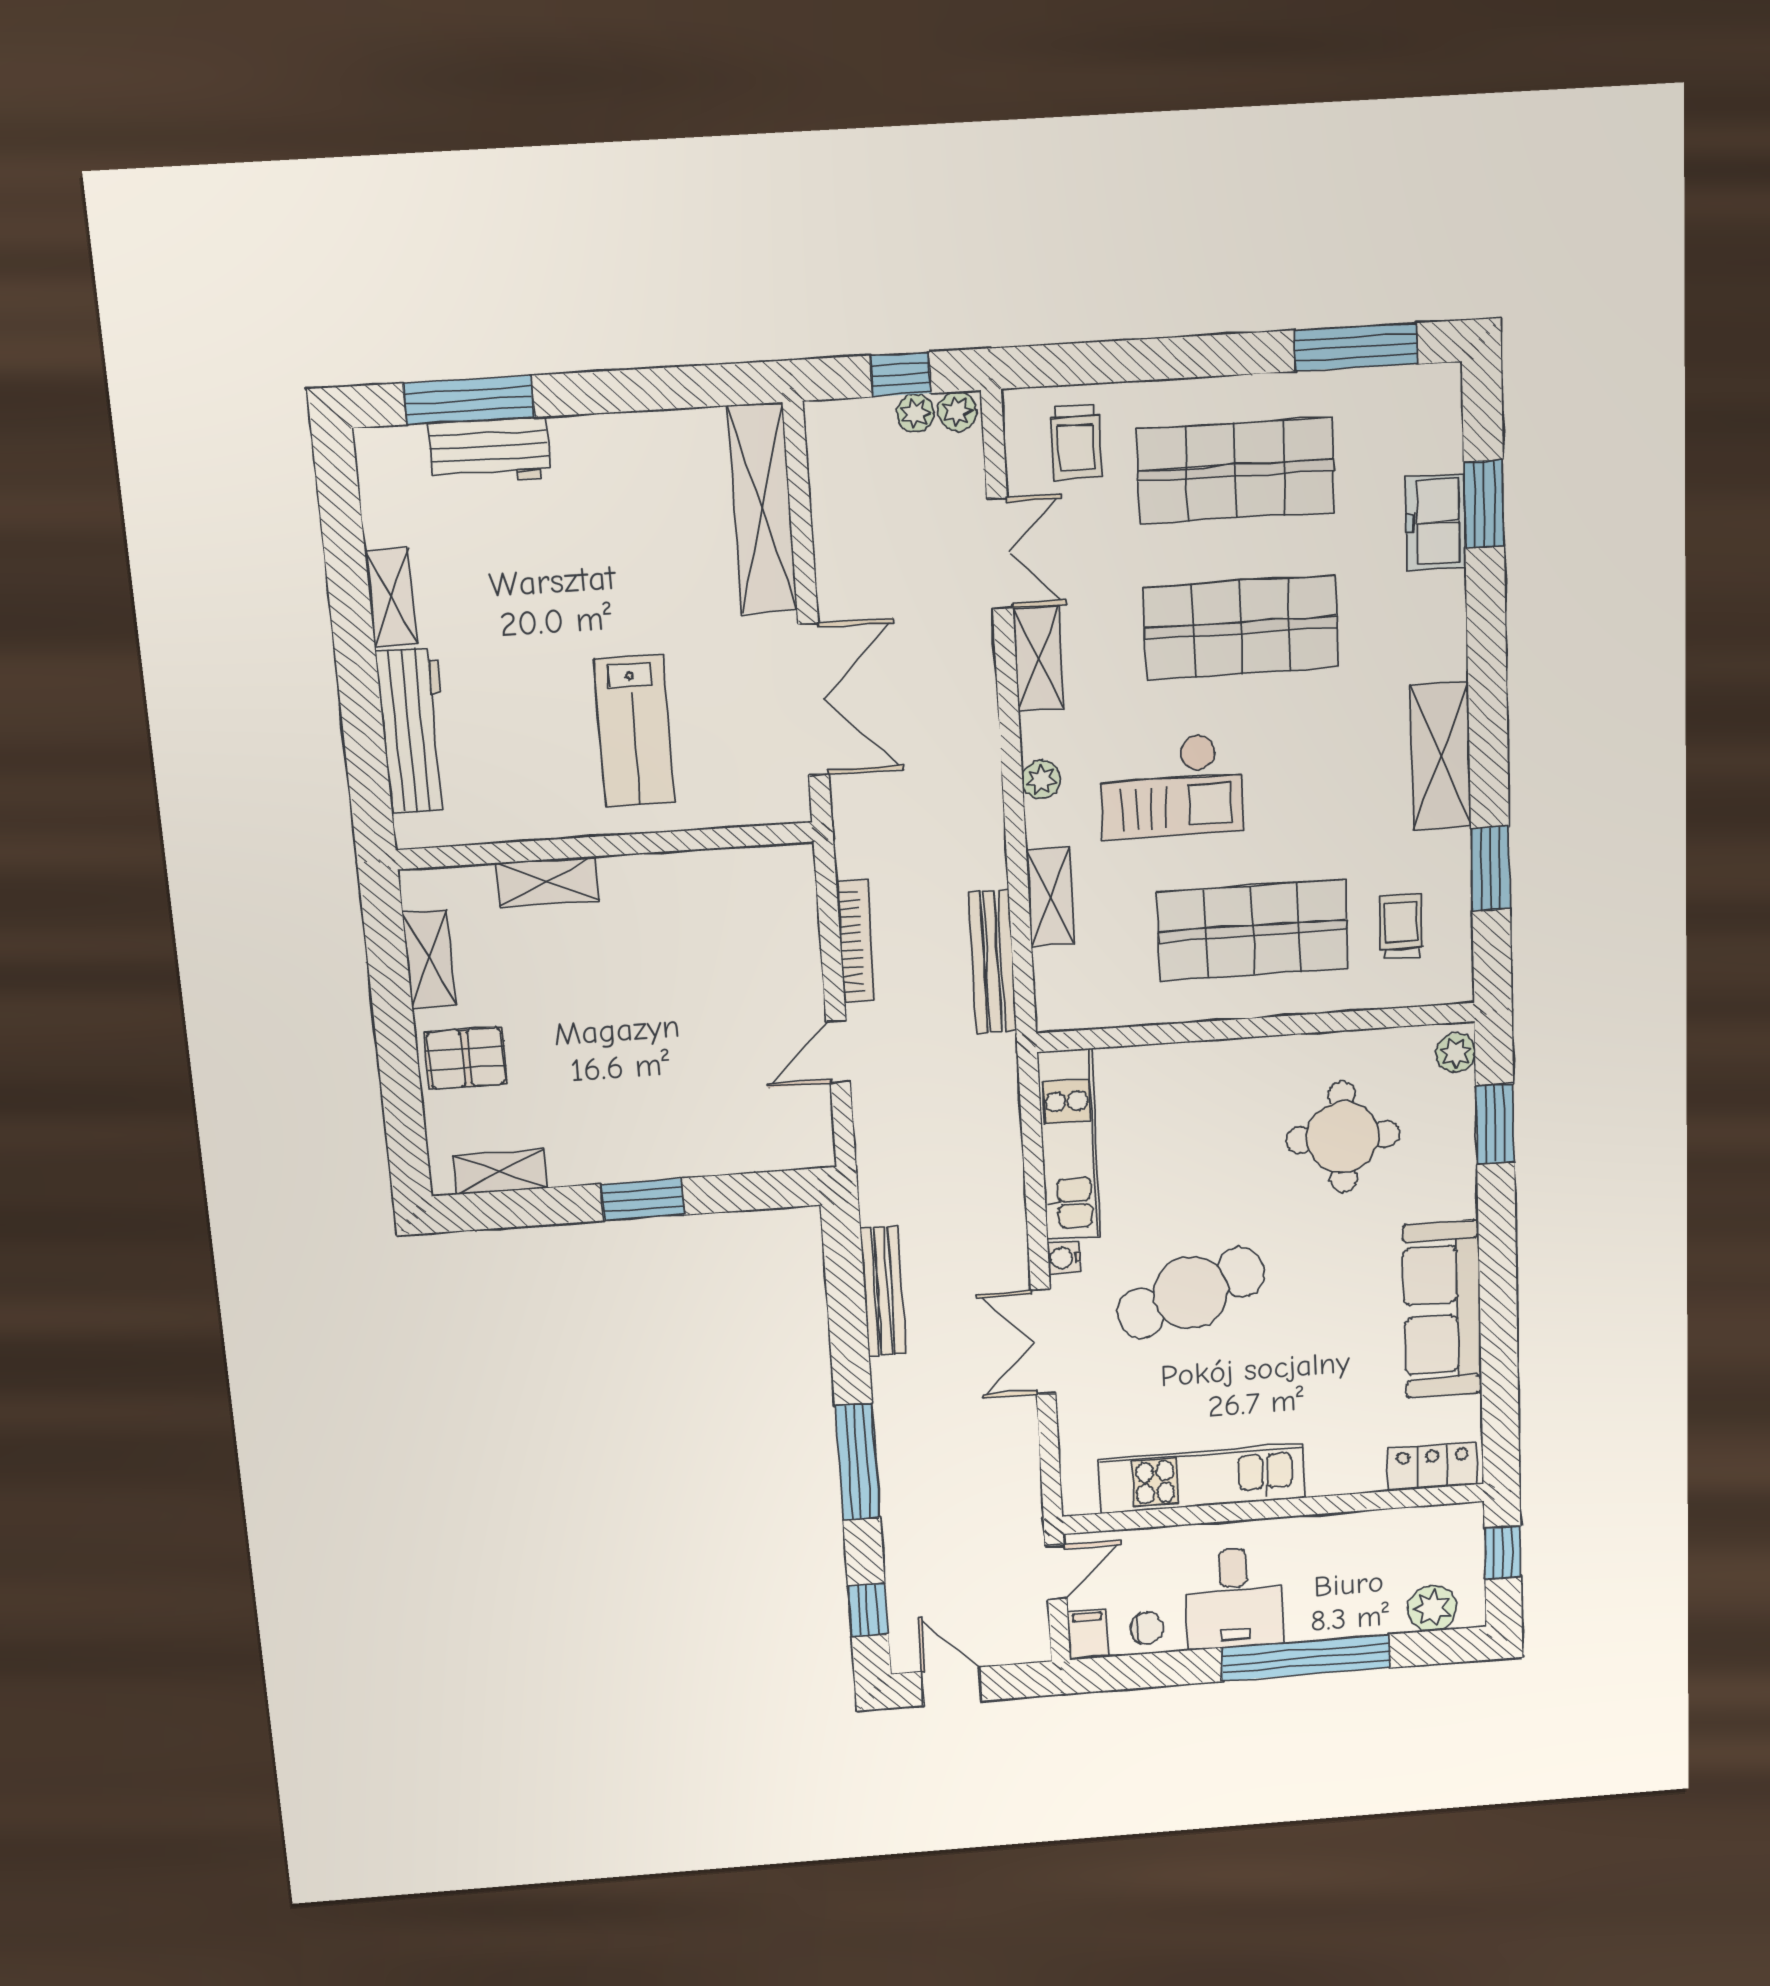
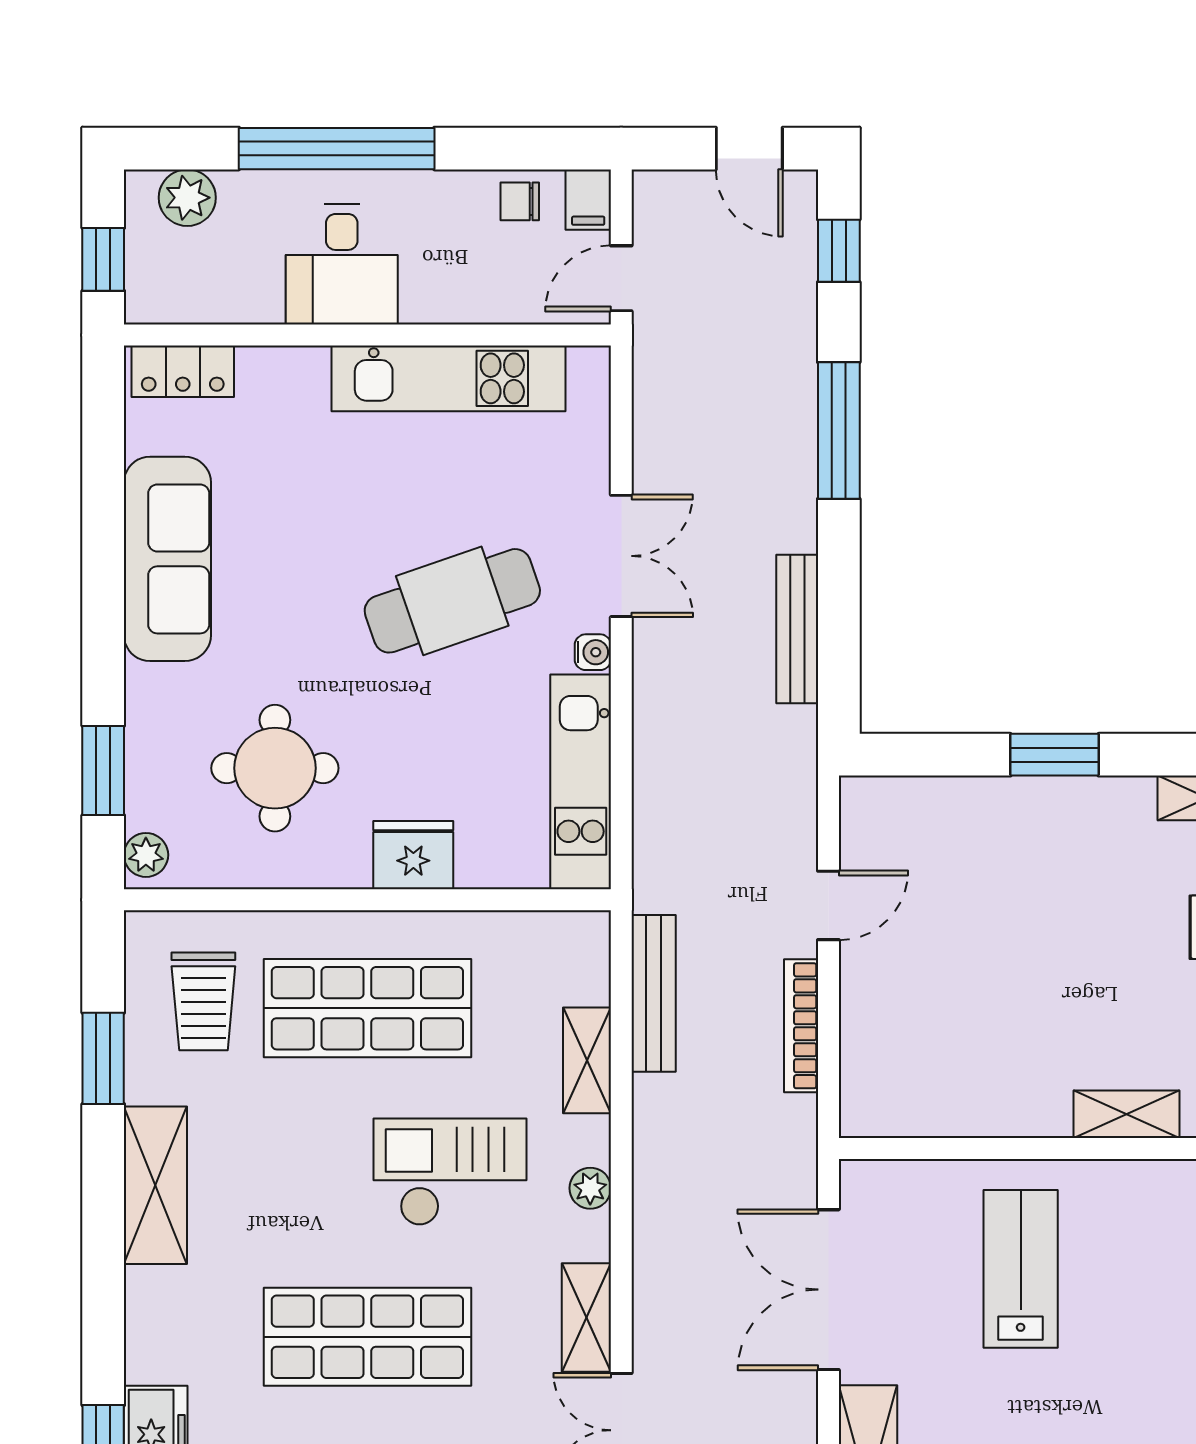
trolley: (1401, 926) -> (203, 1001), width x1.36, depth x1.39
fridge: (1216, 1070) -> (413, 855), added
desk: (1234, 1598) -> (342, 264), moved, turned 180

